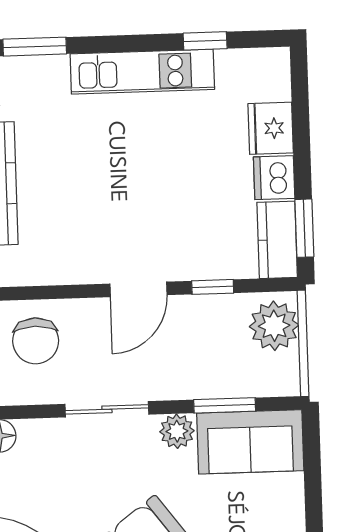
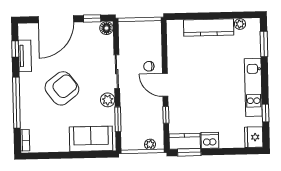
fridge: (271, 128) -> (254, 137), moved, turned -90
plant: (274, 326) -> (150, 144), width x0.53, depth x0.53
chair: (36, 341) -> (149, 66), moved, width x0.54, depth x0.54
sofa: (250, 442) -> (91, 139), moved, turned 90

